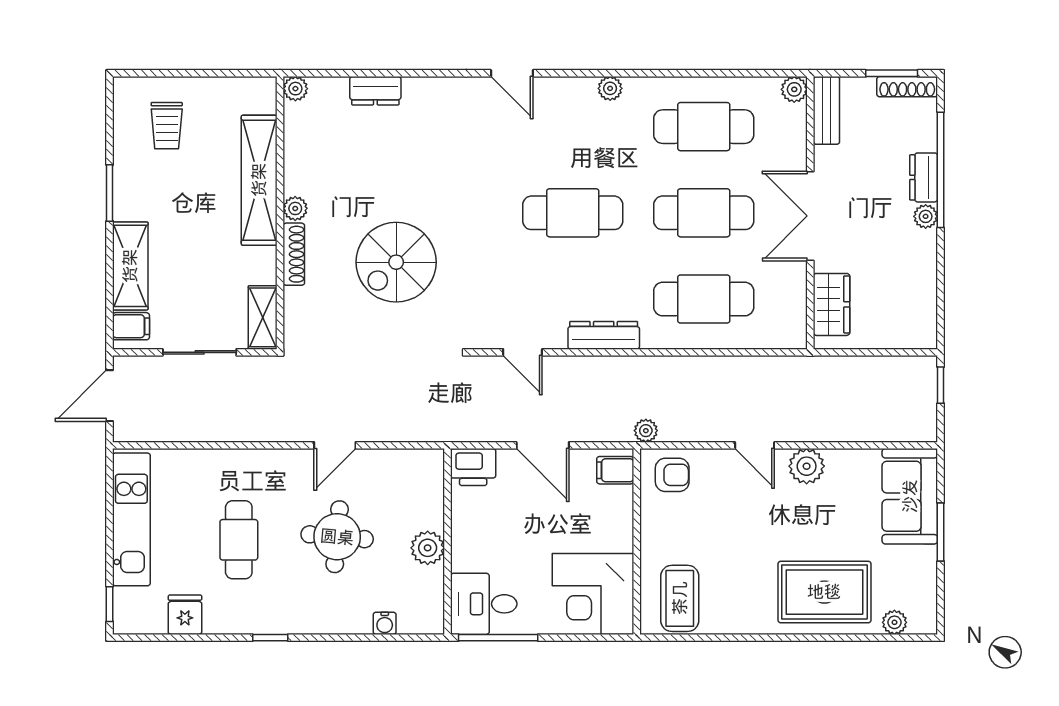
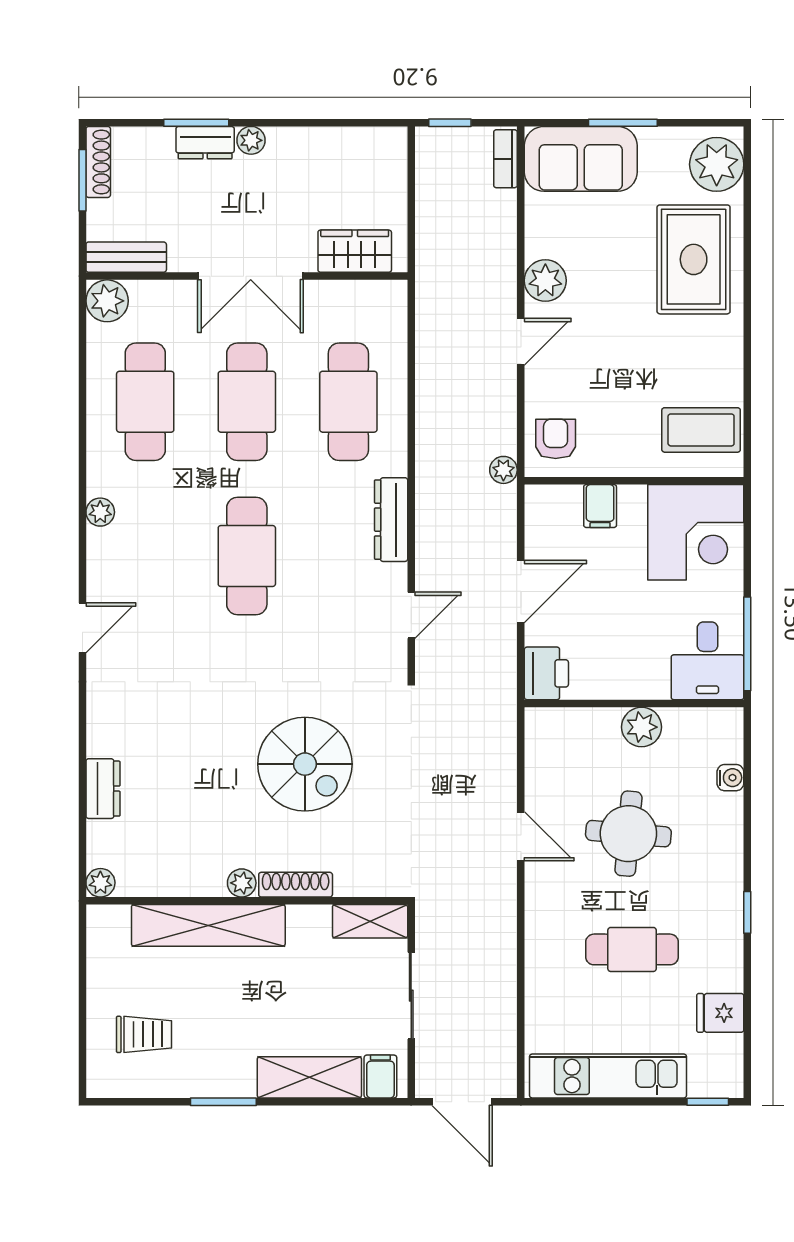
plant: (794, 89) -> (107, 301), width x1.38, depth x1.38
window: (941, 170) -> (196, 123), width x0.47
bookcase: (910, 432) -> (505, 159), added
filing cabinet: (615, 470) -> (600, 506), moved
plant: (894, 622) -> (717, 164), width x1.88, depth x1.88

